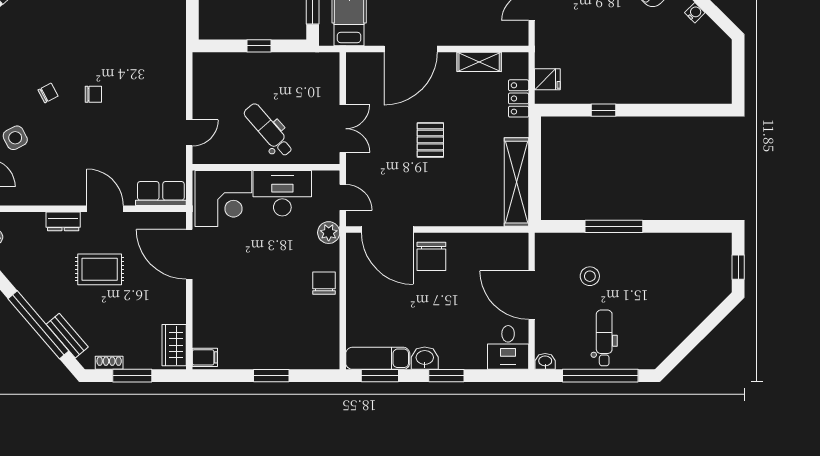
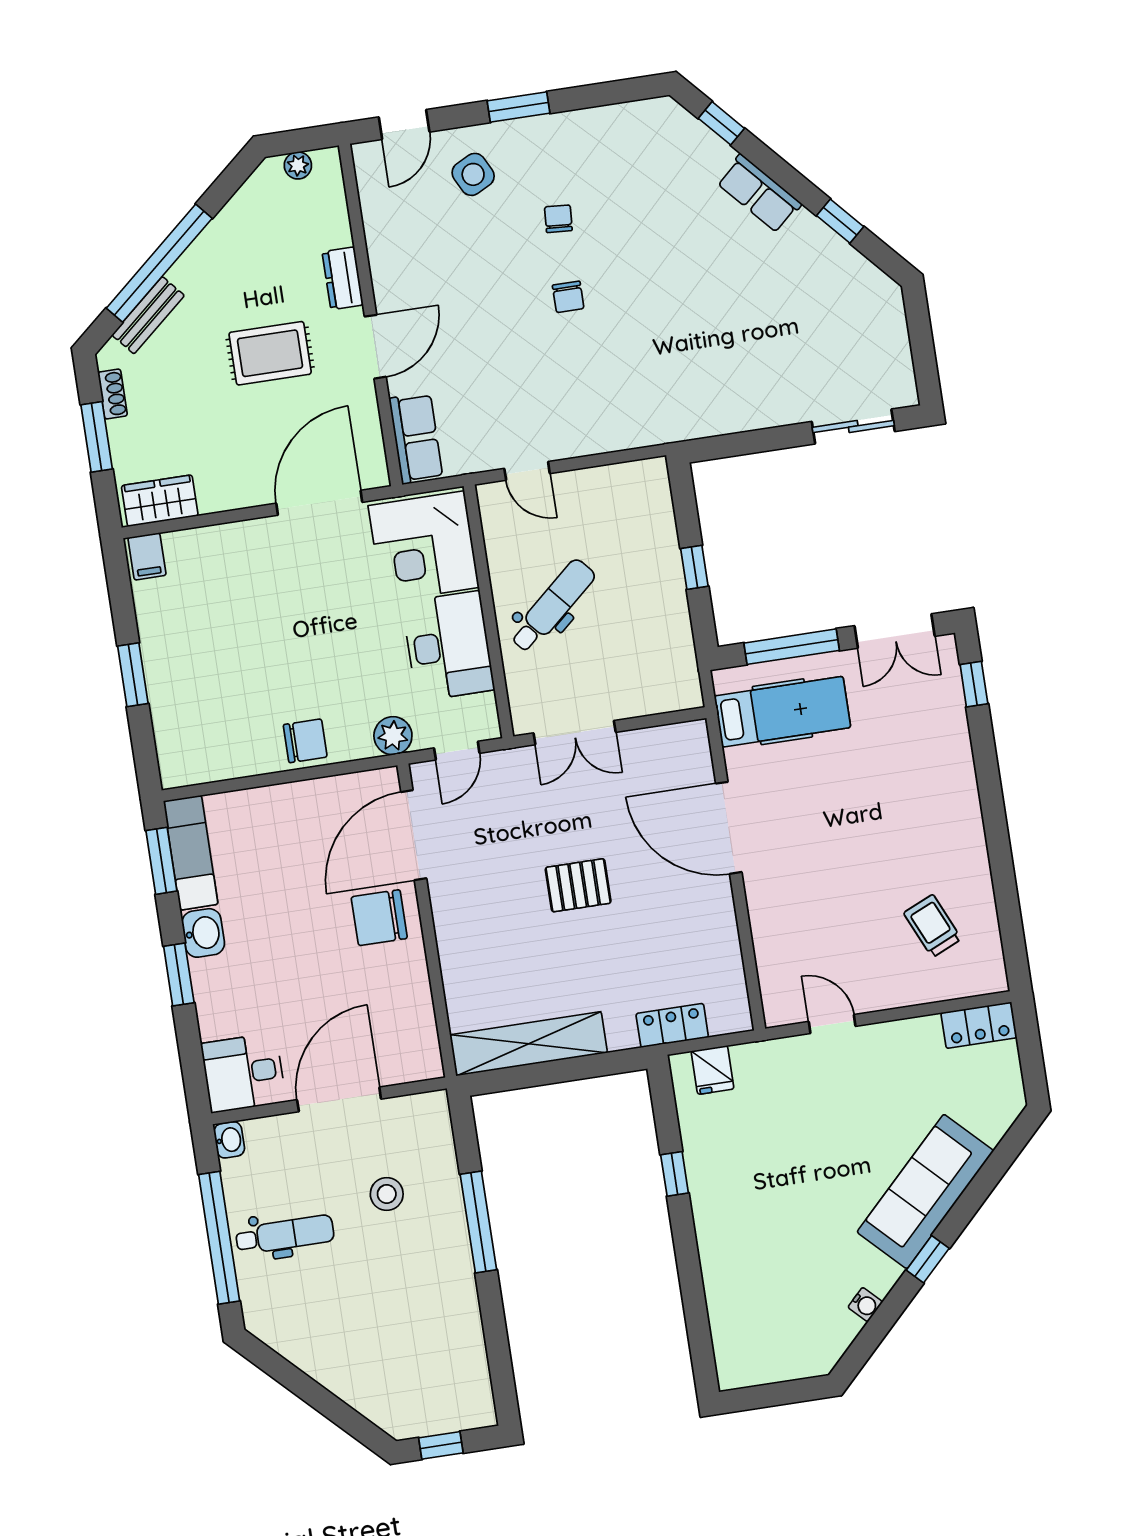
shelving: (479, 62) -> (725, 948), removed
chair: (48, 93) -> (558, 219), turned -148
rug: (100, 269) -> (270, 353), turned 90

